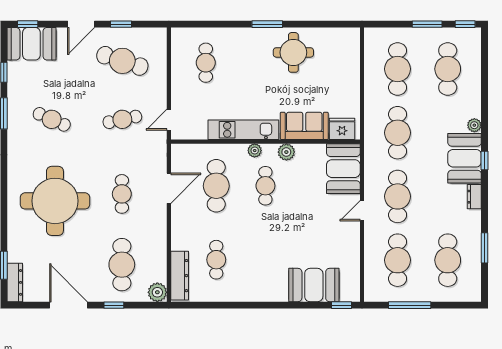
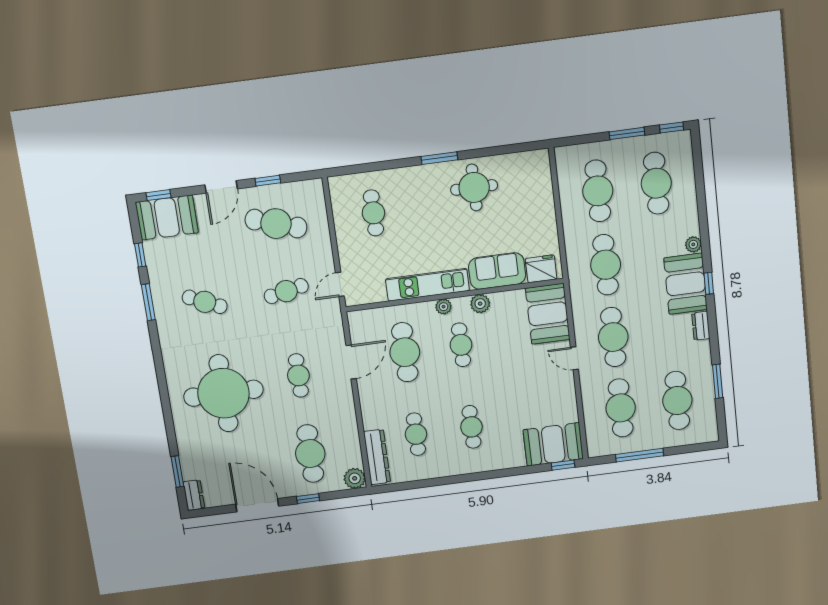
door: (362, 211) -> (574, 358), hinge flipped
cafe table: (265, 260) -> (471, 427), added
dresser: (15, 282) -> (194, 495), width x0.70
booth: (314, 285) -> (553, 444), moved

